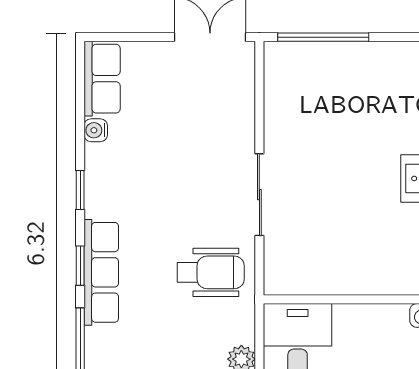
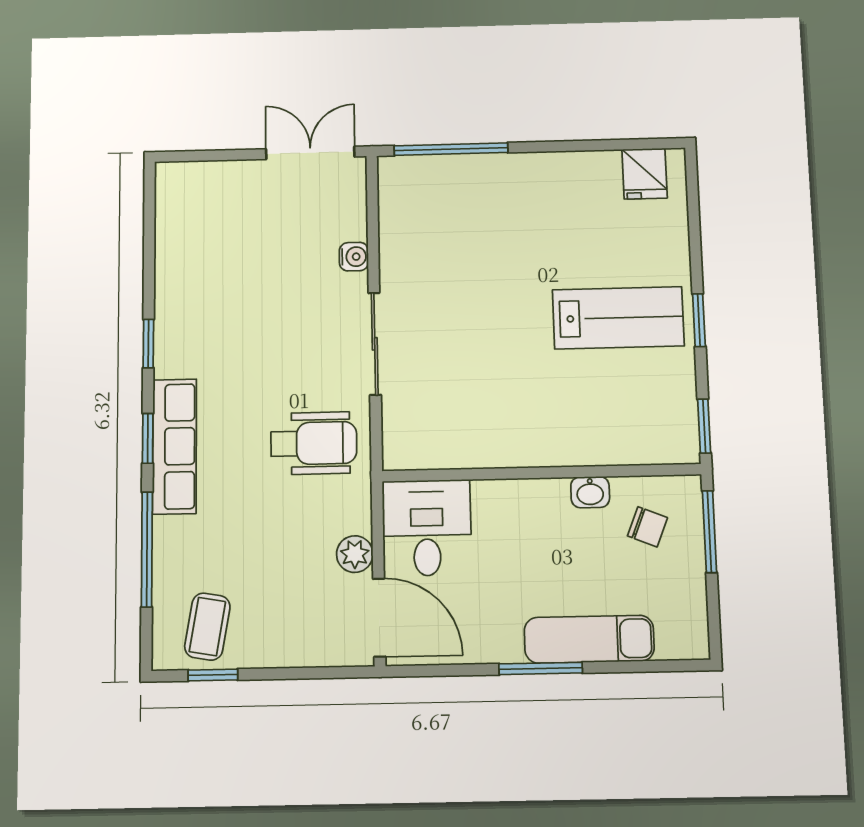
row of seats: (102, 79) -> (177, 206), removed
water cooler: (96, 130) -> (354, 257), moved, turned 180

